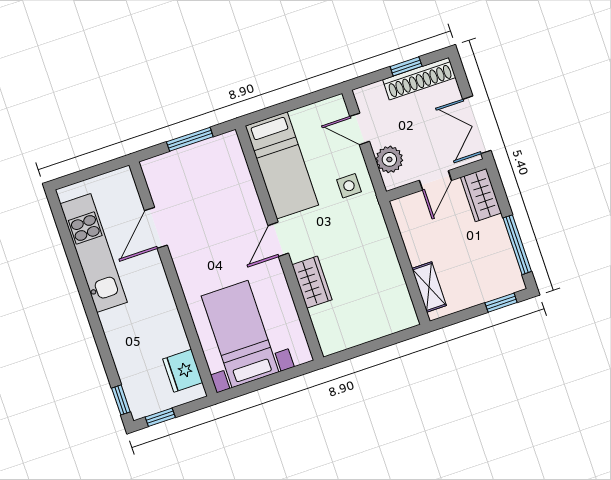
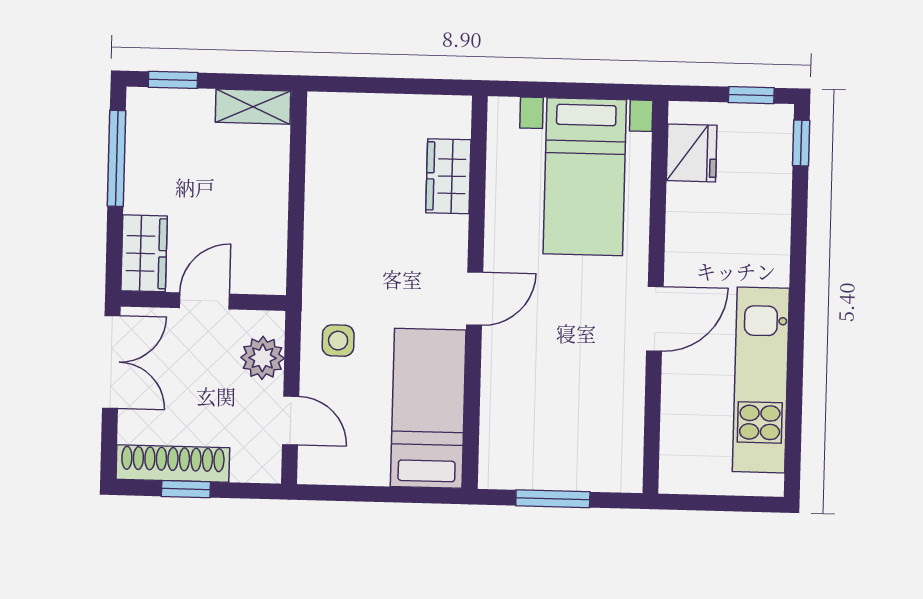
door: (156, 228) -> (655, 319), moved
wardrobe: (312, 282) -> (448, 176), moved
shelving: (429, 287) -> (253, 107), moved, turned 90

